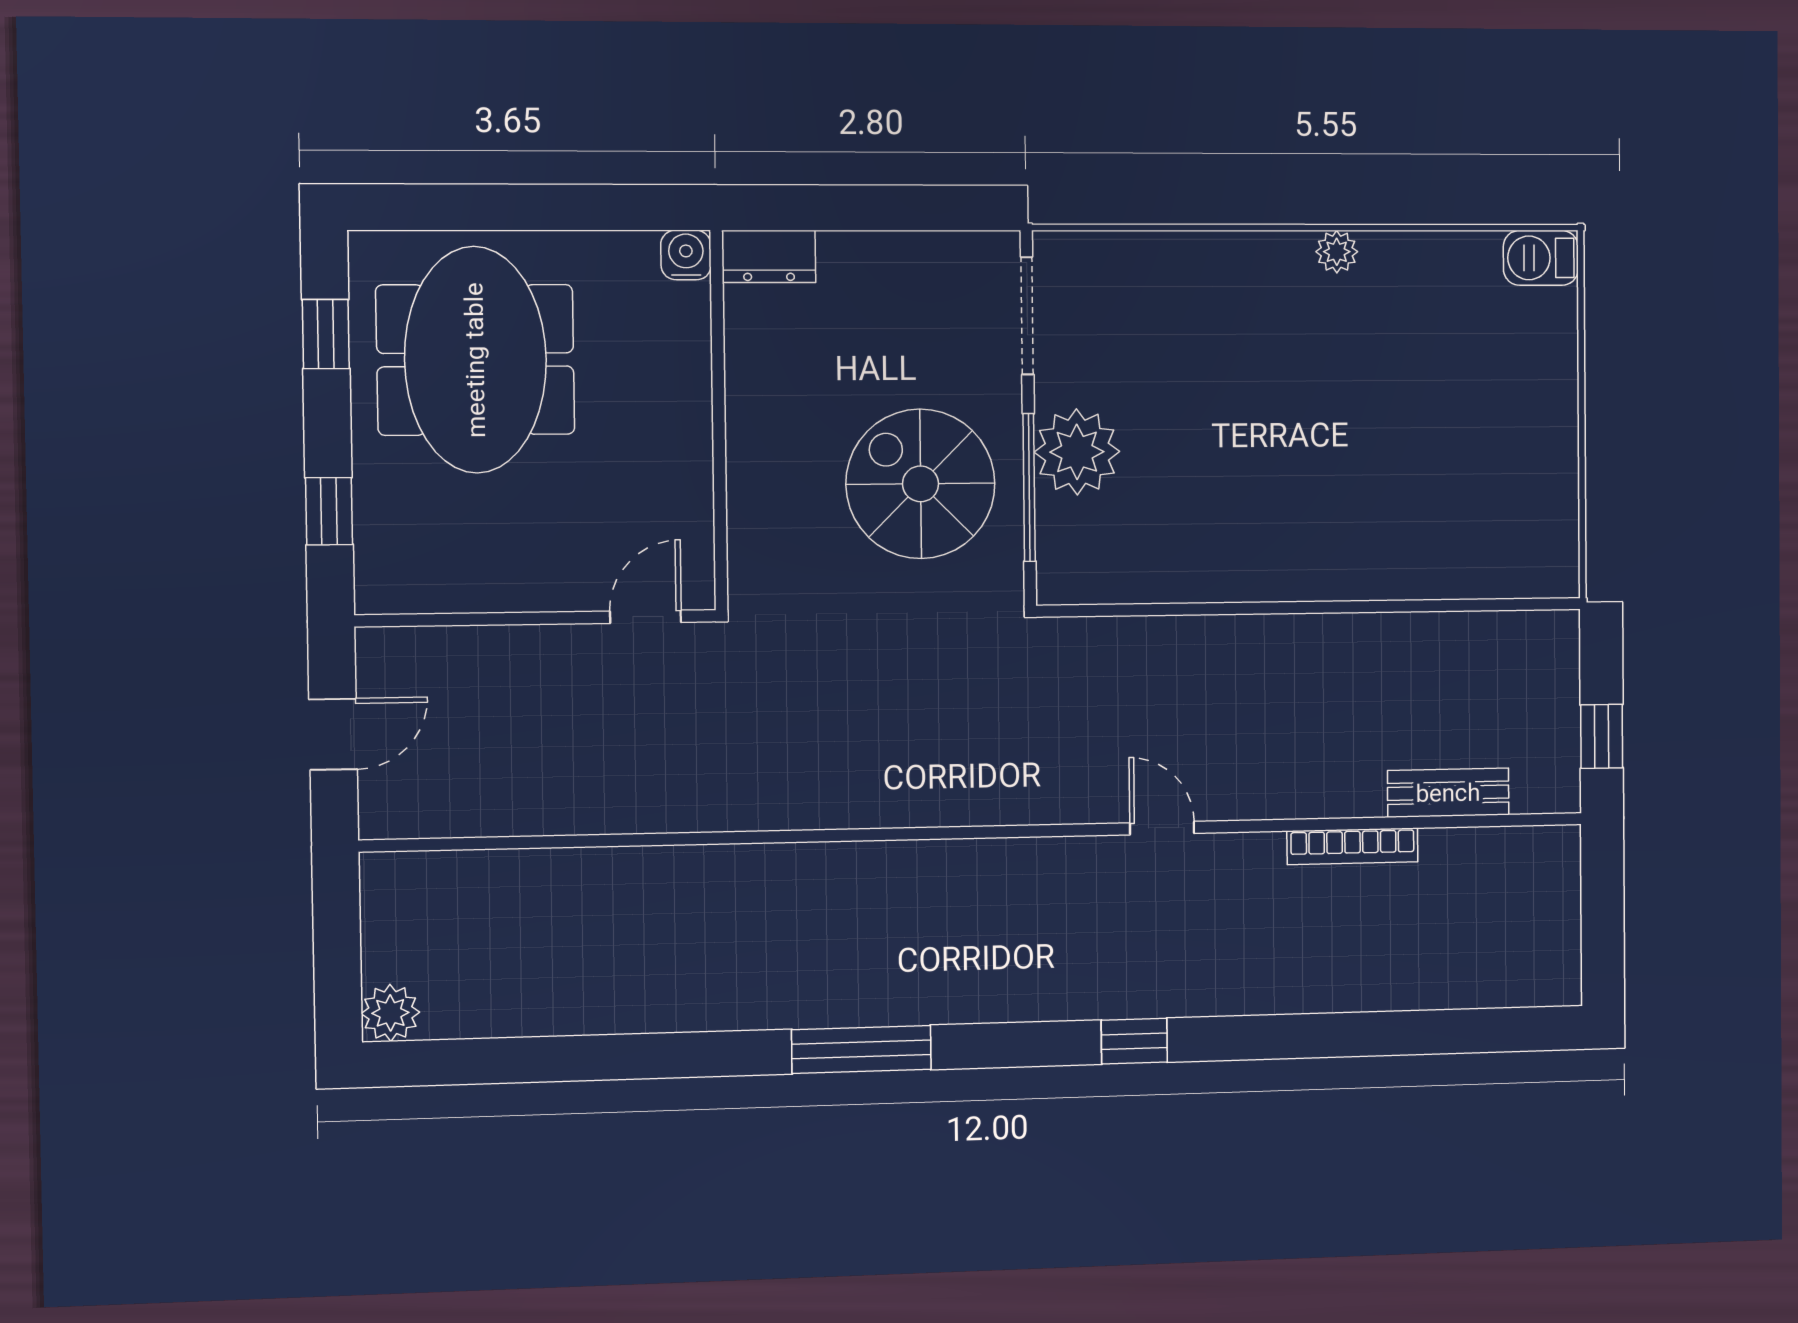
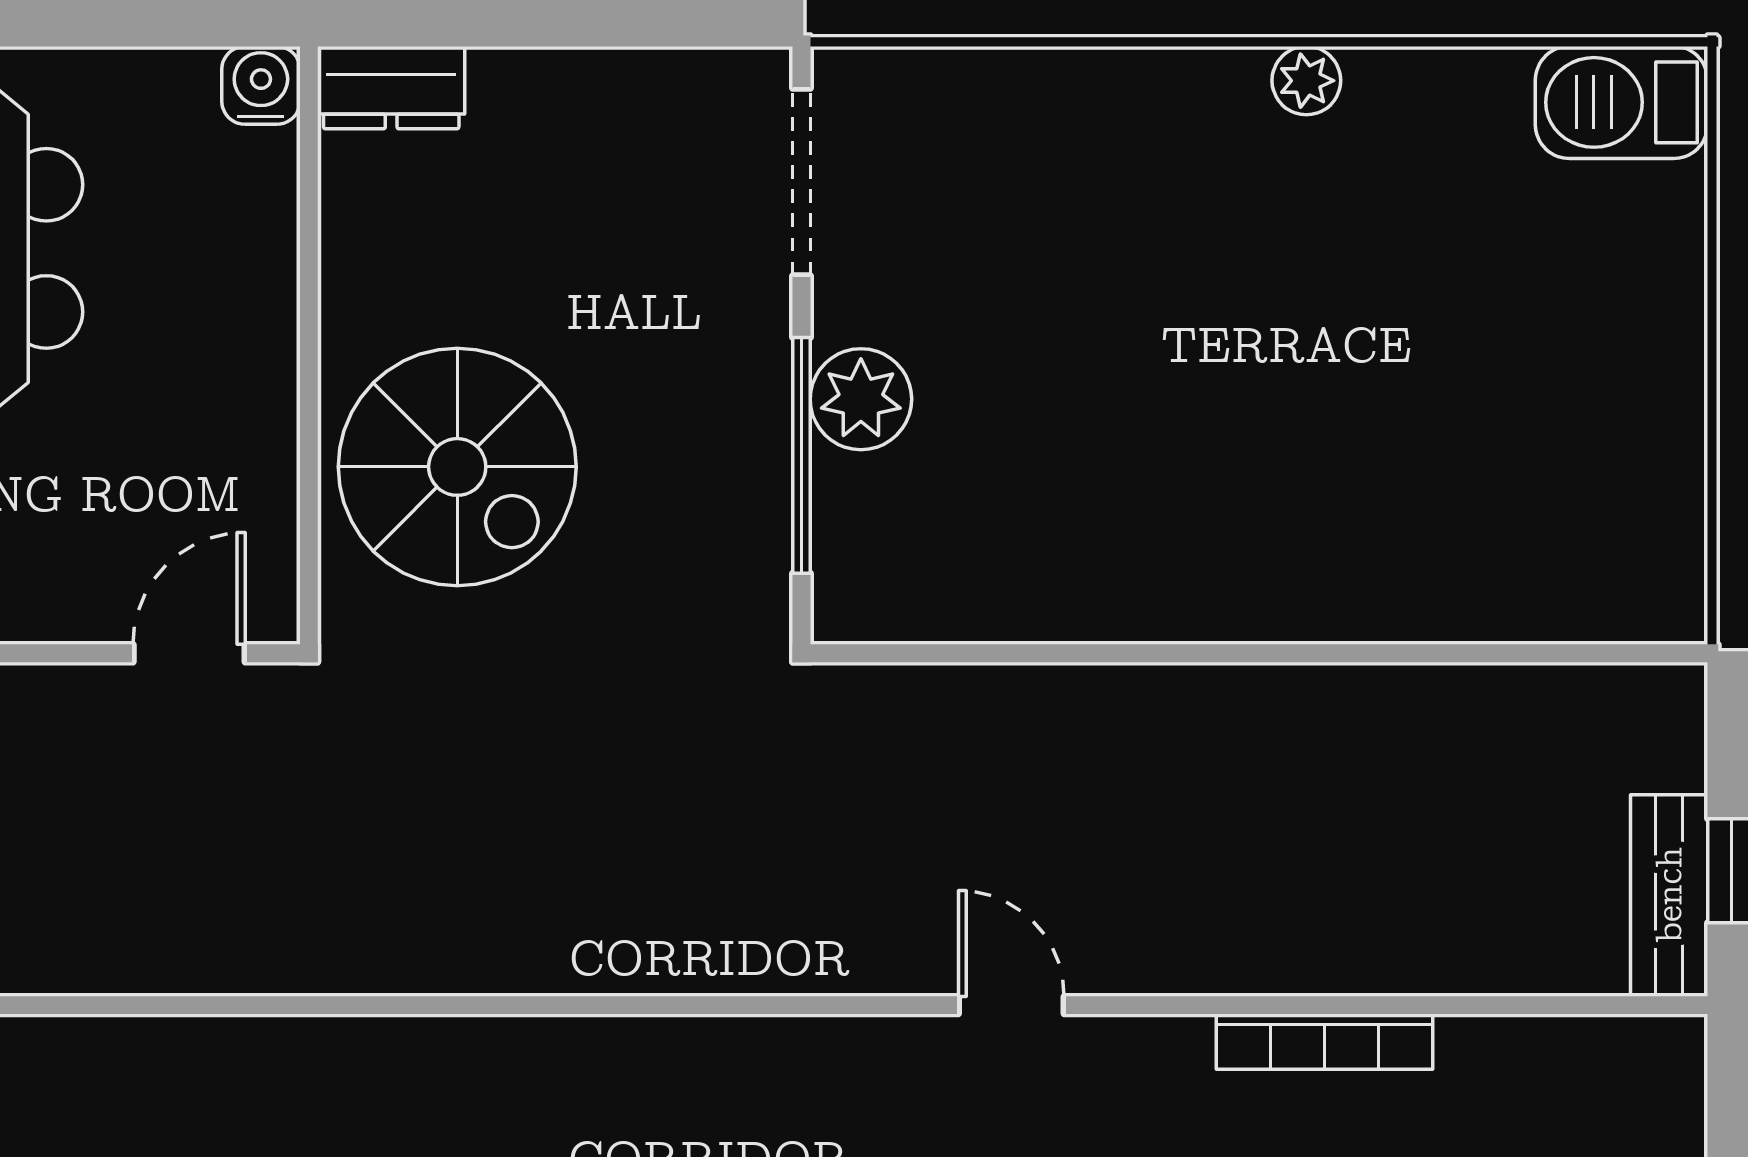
barbecue: (1541, 258) -> (1622, 102), width x1.38, depth x1.27
plant: (1077, 452) -> (861, 399), width x0.73, depth x0.73
spiral stairs: (921, 484) -> (457, 467), moved, turned 180
bench: (1448, 793) -> (1669, 895), moved, turned 90

